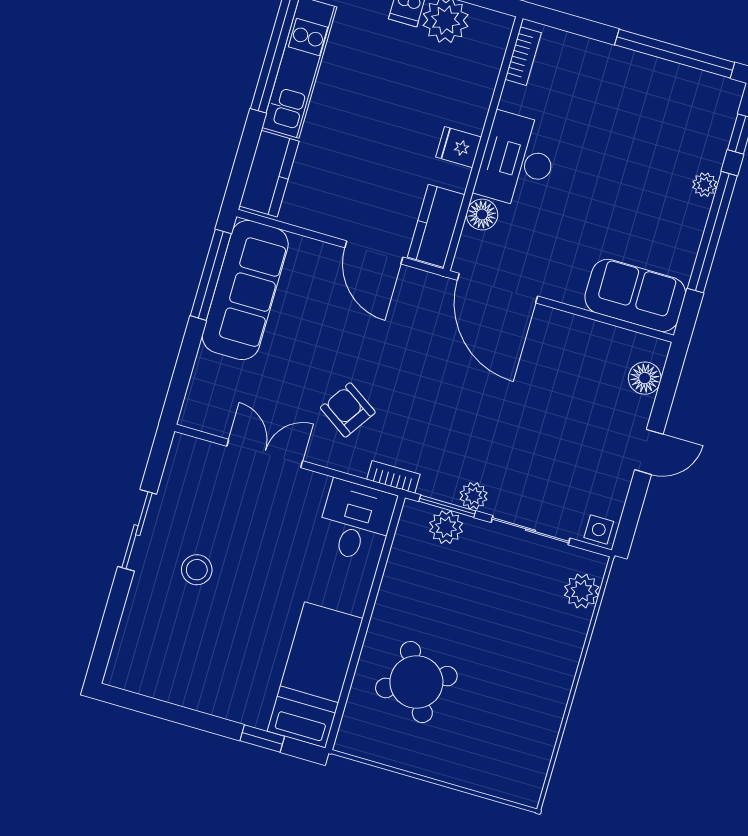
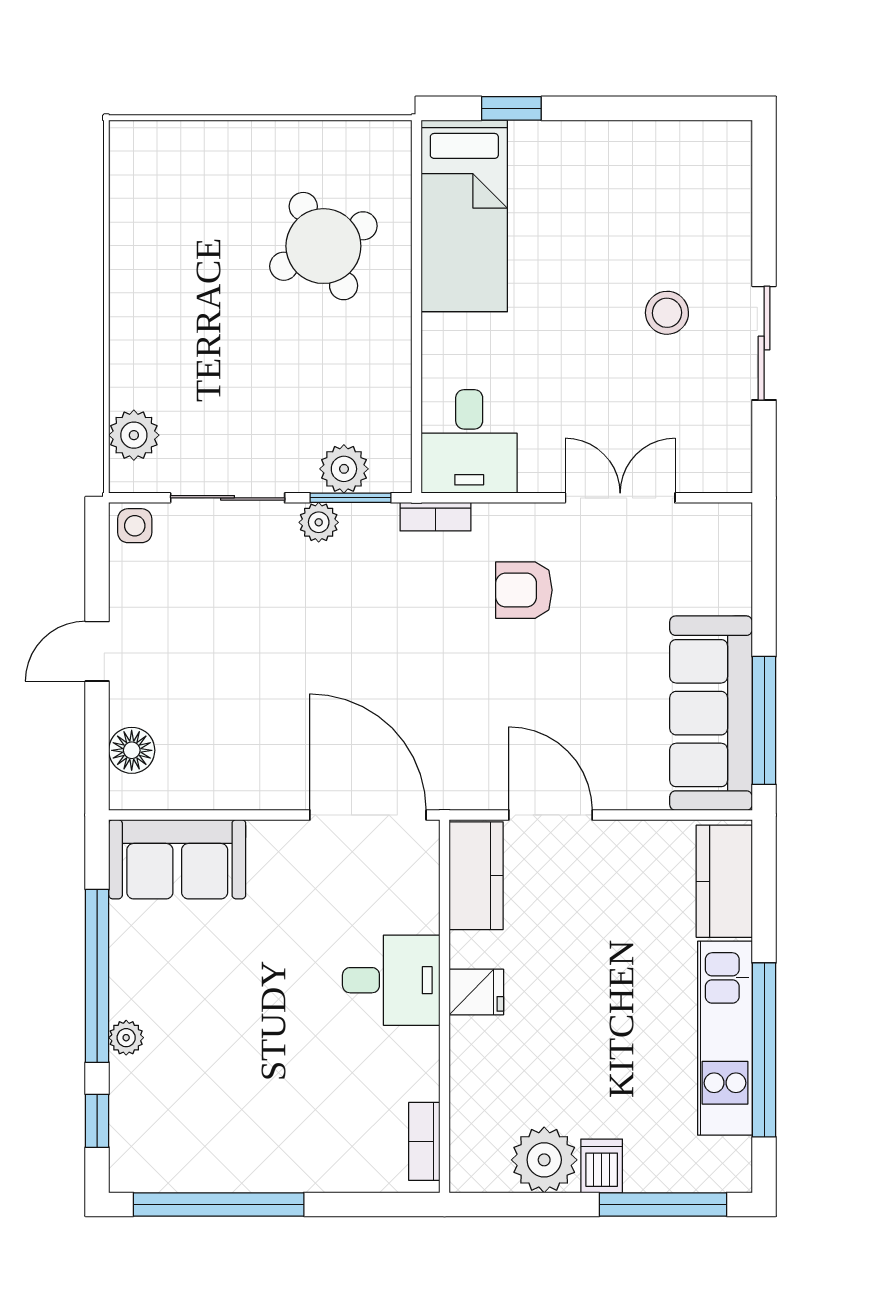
desk: (517, 160) -> (391, 980), width x0.73
floor lamp: (482, 215) -> (418, 909), removed
armchair: (348, 410) -> (524, 590), turned 146
double door: (265, 454) -> (620, 498), swing flipped

